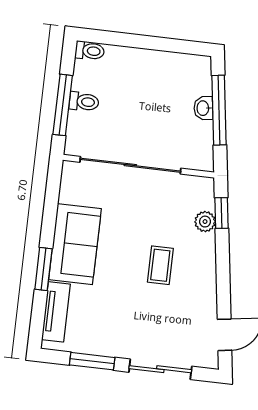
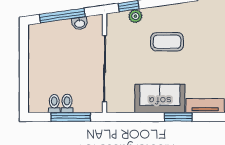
toilet: (90, 51) -> (54, 104), moved
washbasin: (203, 108) -> (80, 23), moved
coffee table: (160, 265) -> (167, 42), width x1.36, depth x1.30

